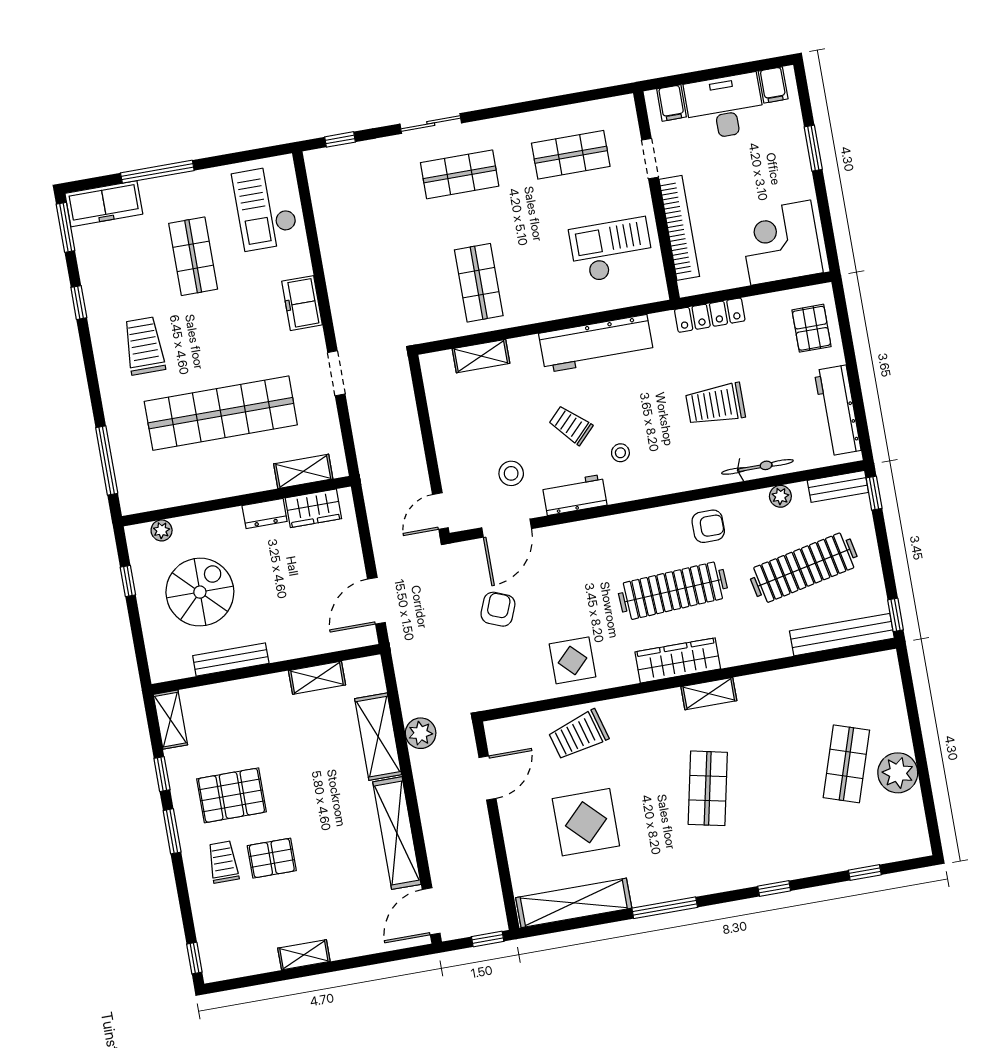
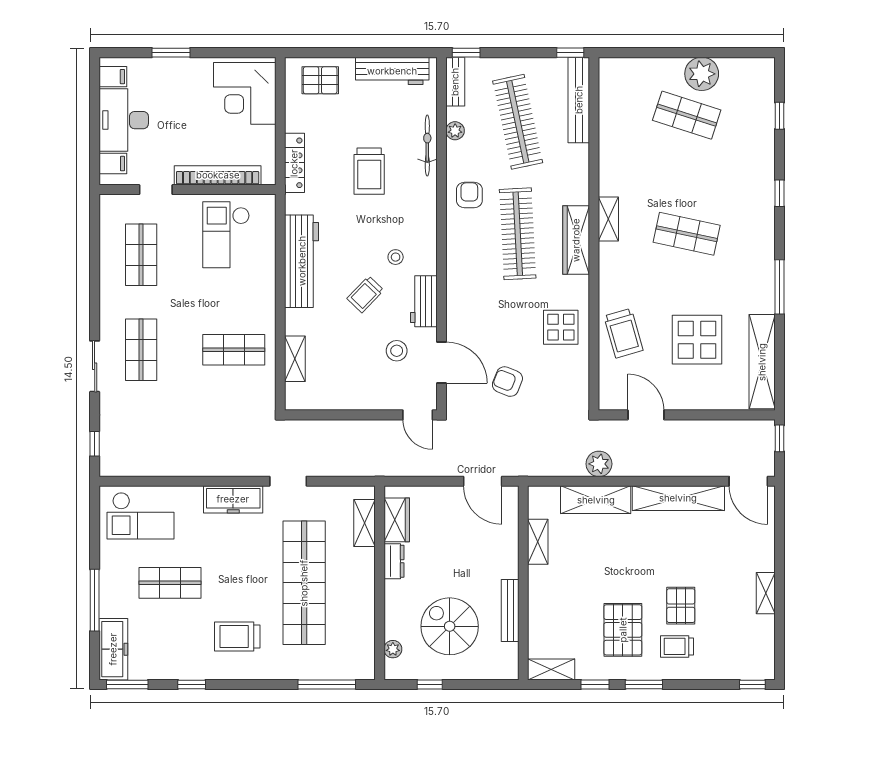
freezer: (302, 303) -> (233, 499), width x1.40

